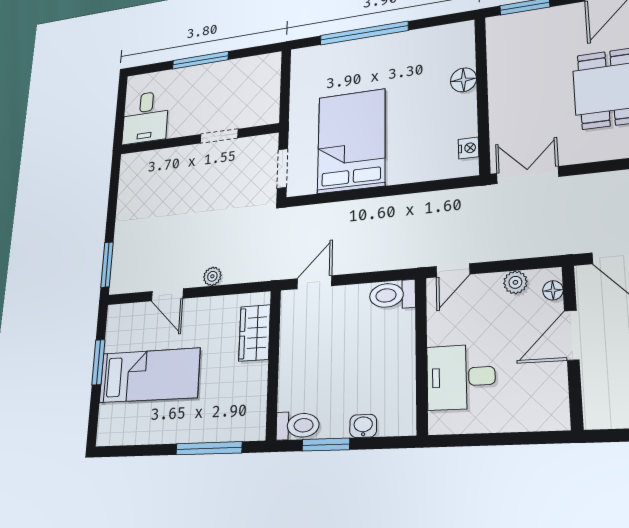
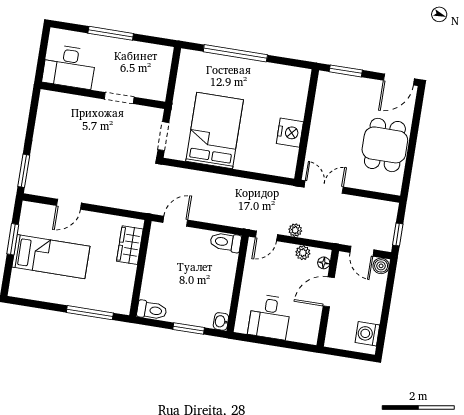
floor lamp: (463, 80) -> (297, 110), removed
desk: (145, 117) -> (69, 67), width x1.37
nightstand: (469, 148) -> (290, 133), moved, width x1.89, depth x1.79
plant: (212, 276) -> (295, 230), moved
door: (167, 295) -> (69, 204), hinge flipped
desk: (461, 377) -> (270, 317), moved, turned -90
washbasin: (363, 426) -> (221, 321), moved, turned -90
window: (326, 445) -> (189, 329), moved

